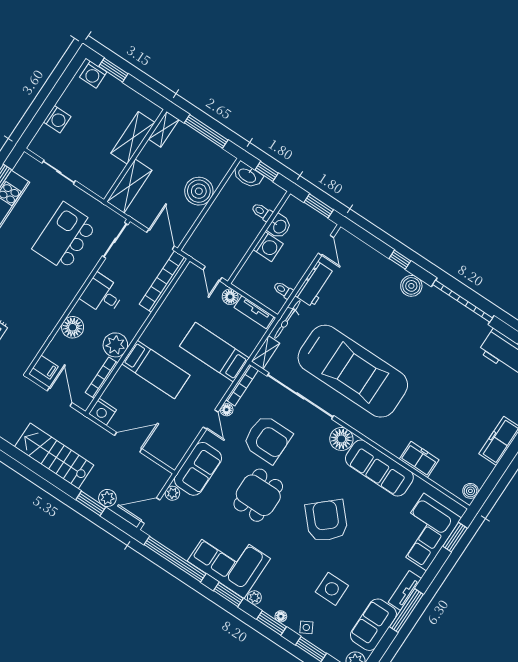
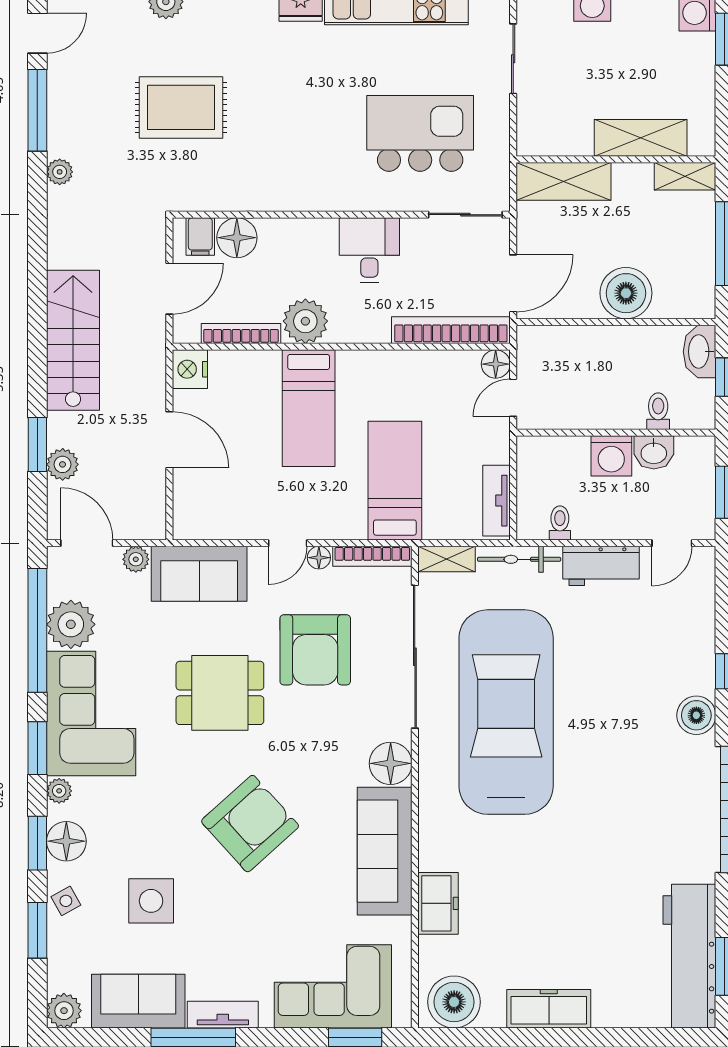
floor lamp: (230, 297) -> (496, 364), moved
floor lamp: (73, 327) -> (237, 238), moved
car: (353, 371) -> (506, 712), turned 180
boiler: (470, 491) -> (454, 1002), width x1.86, depth x1.86
plant: (182, 542) -> (71, 624), added
floor lamp: (281, 616) -> (66, 841), width x1.89, depth x1.89

